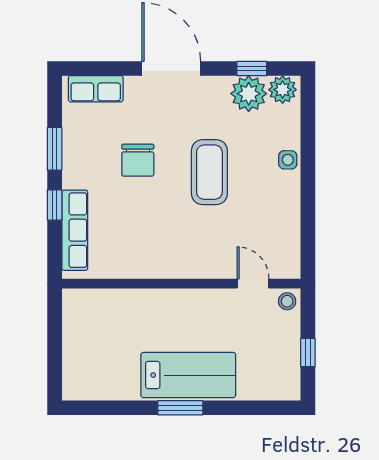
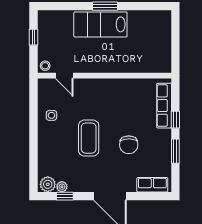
plant: (249, 94) -> (62, 187), width x0.53, depth x0.53
chair: (138, 160) -> (129, 145), turned 180
side table: (288, 160) -> (51, 115), moved

